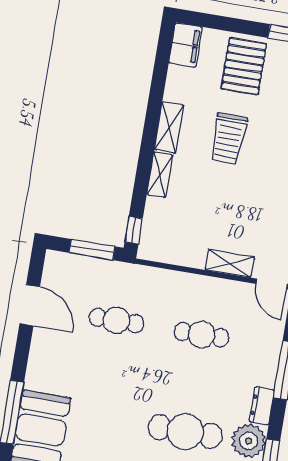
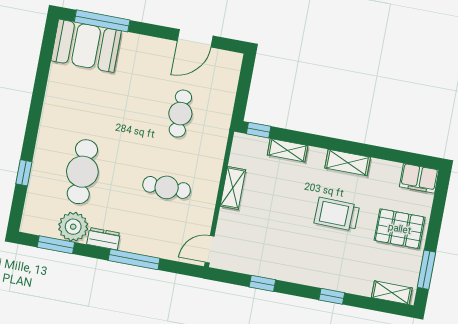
shelving: (160, 175) -> (288, 150), moved
window: (92, 250) -> (242, 94), removed
shelving: (230, 263) -> (233, 188), moved
cafe table: (202, 335) -> (167, 187), turned 90

